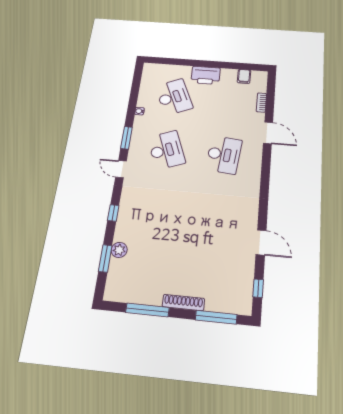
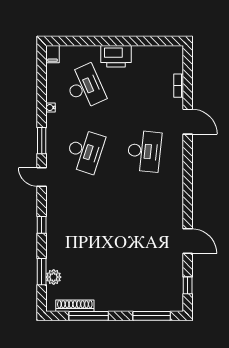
filing cabinet: (244, 76) -> (52, 54), moved
desk: (166, 150) -> (85, 151), turned 39
plant: (119, 250) -> (54, 277), moved
shoe rack: (183, 303) -> (75, 306), moved

